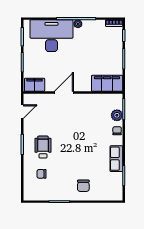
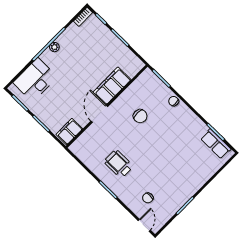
desk: (51, 36) -> (35, 80), width x0.73, depth x0.77
filing cabinet: (107, 83) -> (112, 86), moved
door: (22, 112) -> (144, 225), moved
plant: (117, 115) -> (161, 89), removed
wheelchair: (43, 147) -> (119, 164), moved
row of seats: (116, 159) -> (216, 144), moved
chair: (83, 186) -> (140, 116), moved

